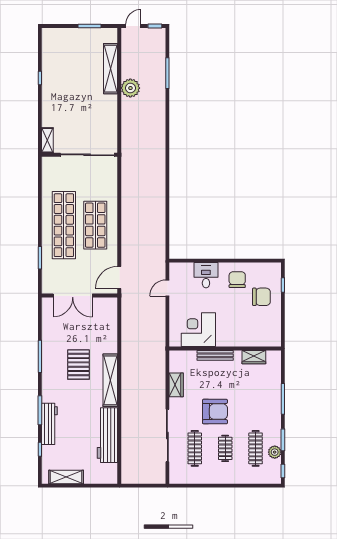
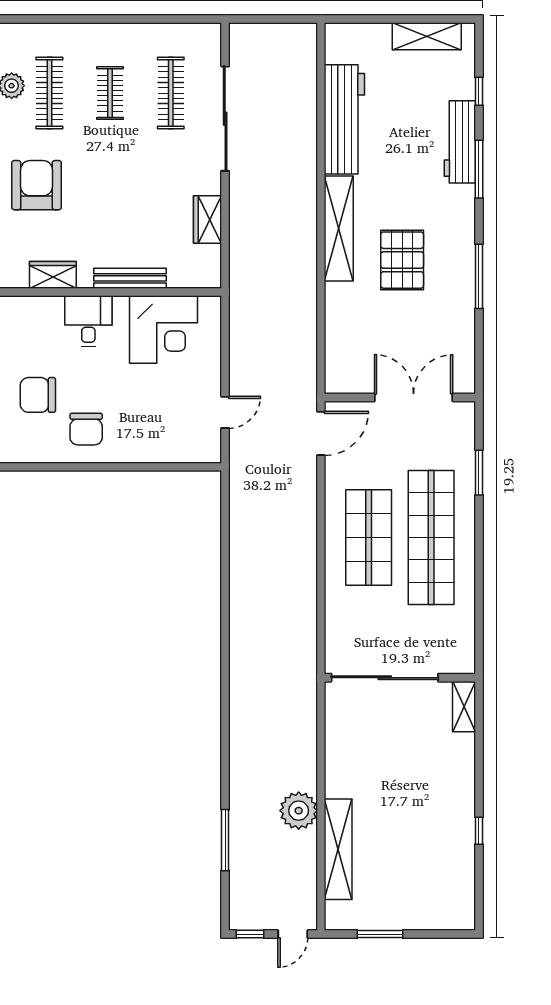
desk: (206, 275) -> (88, 321), moved, turned 180
armchair: (215, 412) -> (37, 185), moved, turned 90

